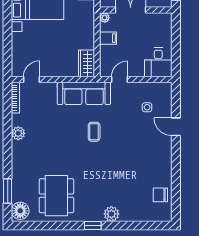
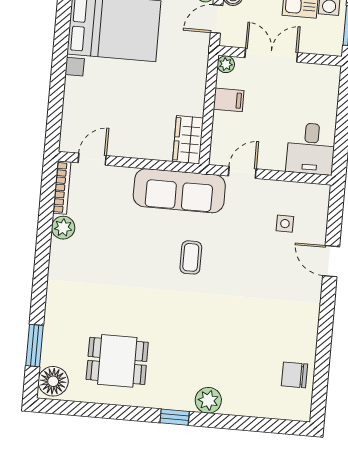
plant: (18, 133) -> (63, 228), moved
dining table: (56, 196) -> (117, 361), width x0.73

